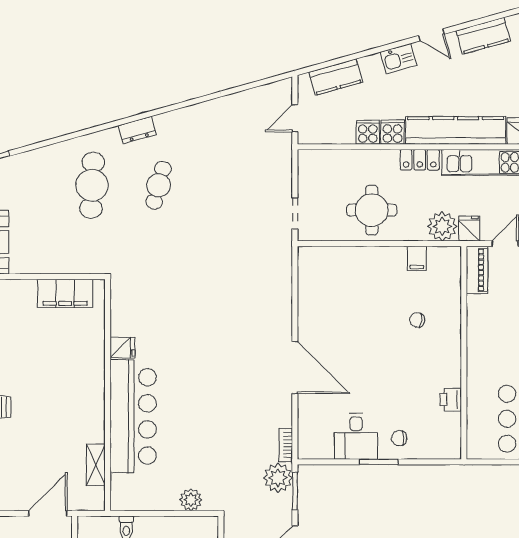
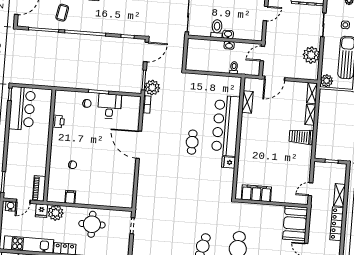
cafe table: (194, 381) -> (192, 142), added
plant: (191, 500) -> (199, 80), removed

